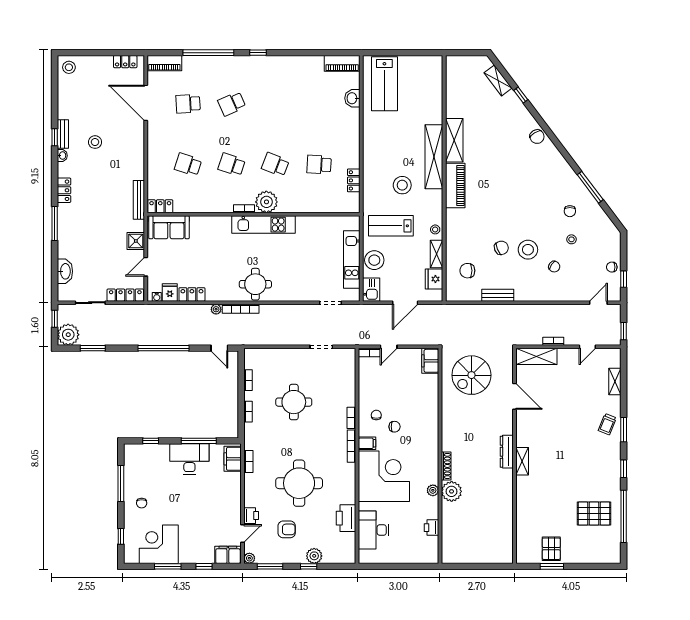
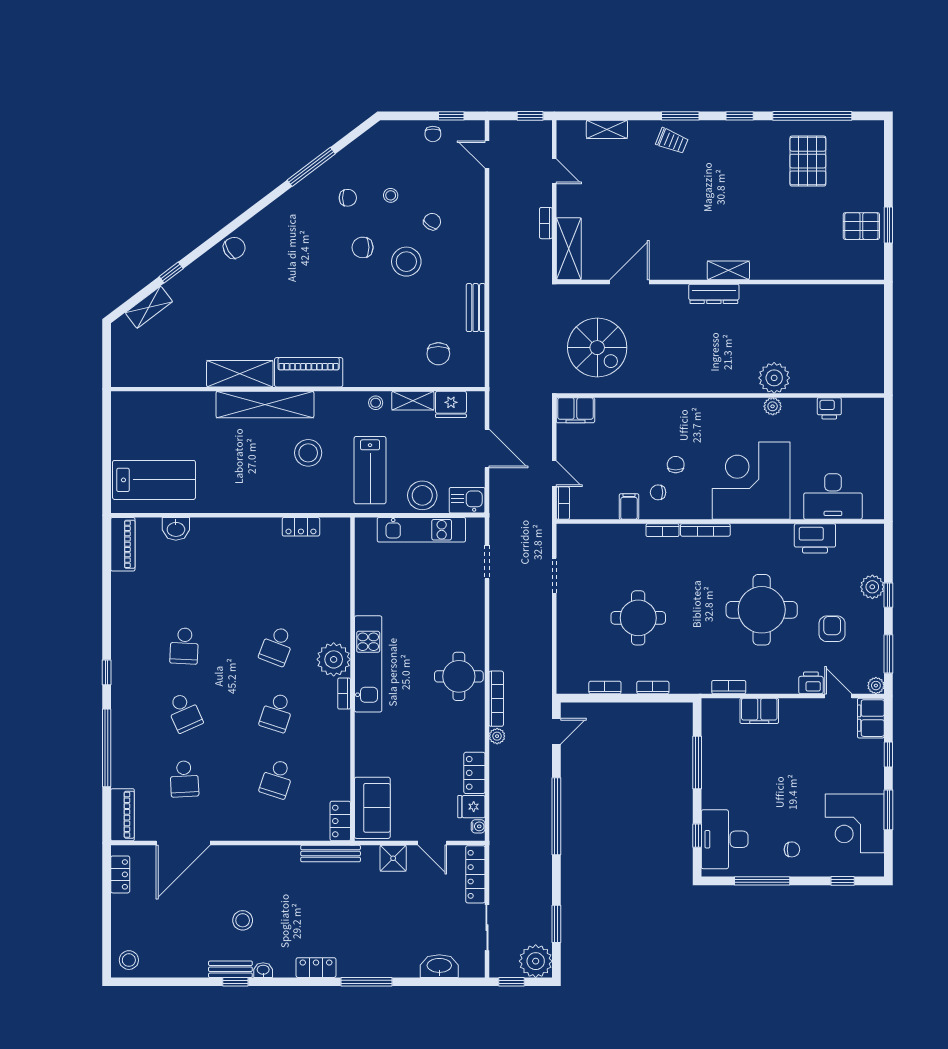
school desk: (319, 165) -> (184, 646), moved
chair: (501, 248) -> (363, 247), moved, turned -68
filing cabinet: (367, 443) -> (629, 506), moved
desk: (189, 459) -> (725, 839), moved
filing cabinet: (233, 459) -> (759, 711), moved
shoe rack: (446, 466) -> (736, 386), removed

